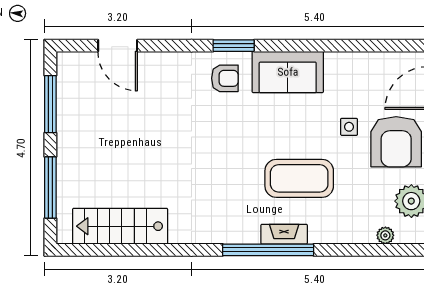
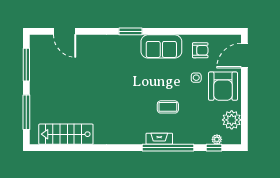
armchair: (225, 78) -> (200, 50), moved
coffee table: (299, 178) -> (168, 107), width x0.54, depth x0.58
window: (268, 250) -> (168, 148), moved
window: (380, 250) -> (214, 148), added

